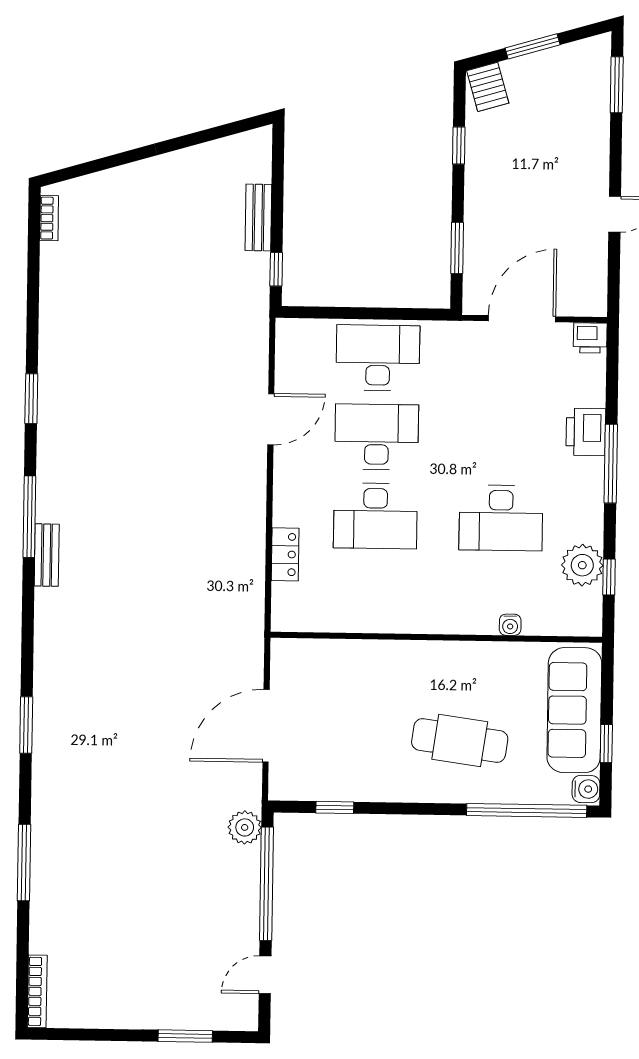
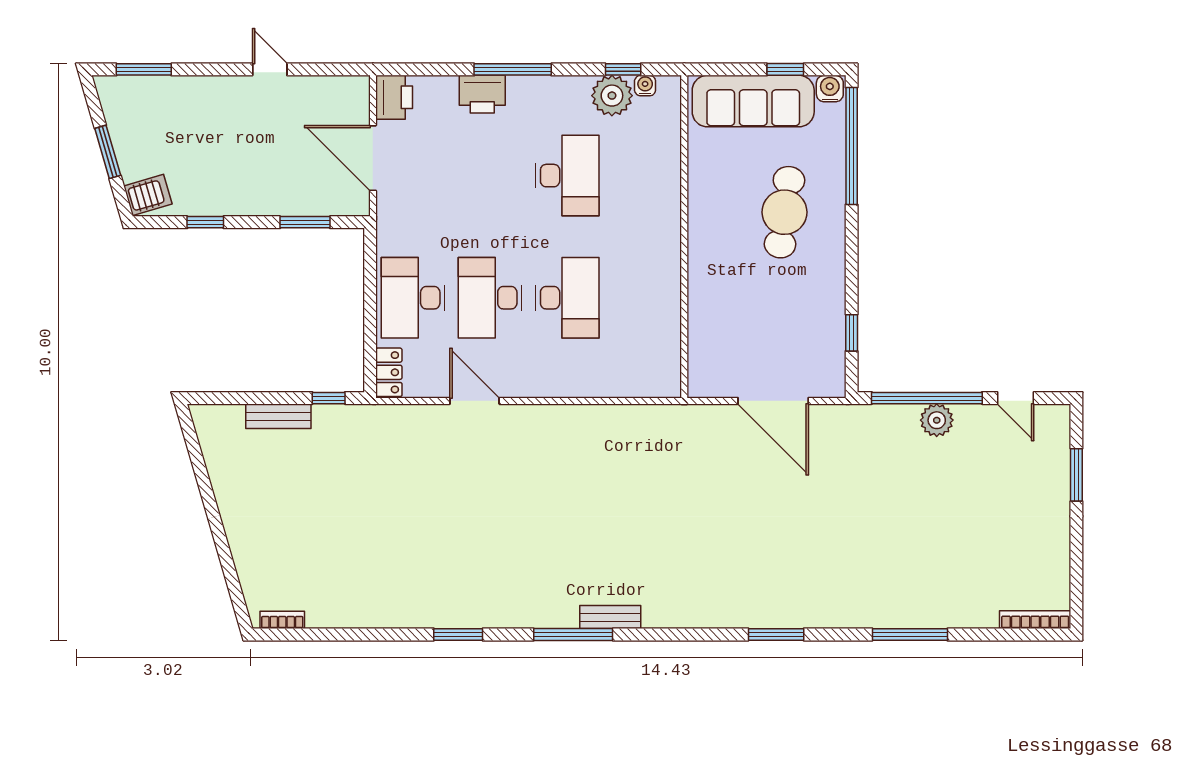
printer: (590, 338) -> (394, 97), width x1.36, depth x1.24
locker: (285, 554) -> (389, 372), moved, turned 90
water cooler: (510, 625) -> (645, 86), moved, turned -90
plant: (245, 827) -> (937, 420), moved

